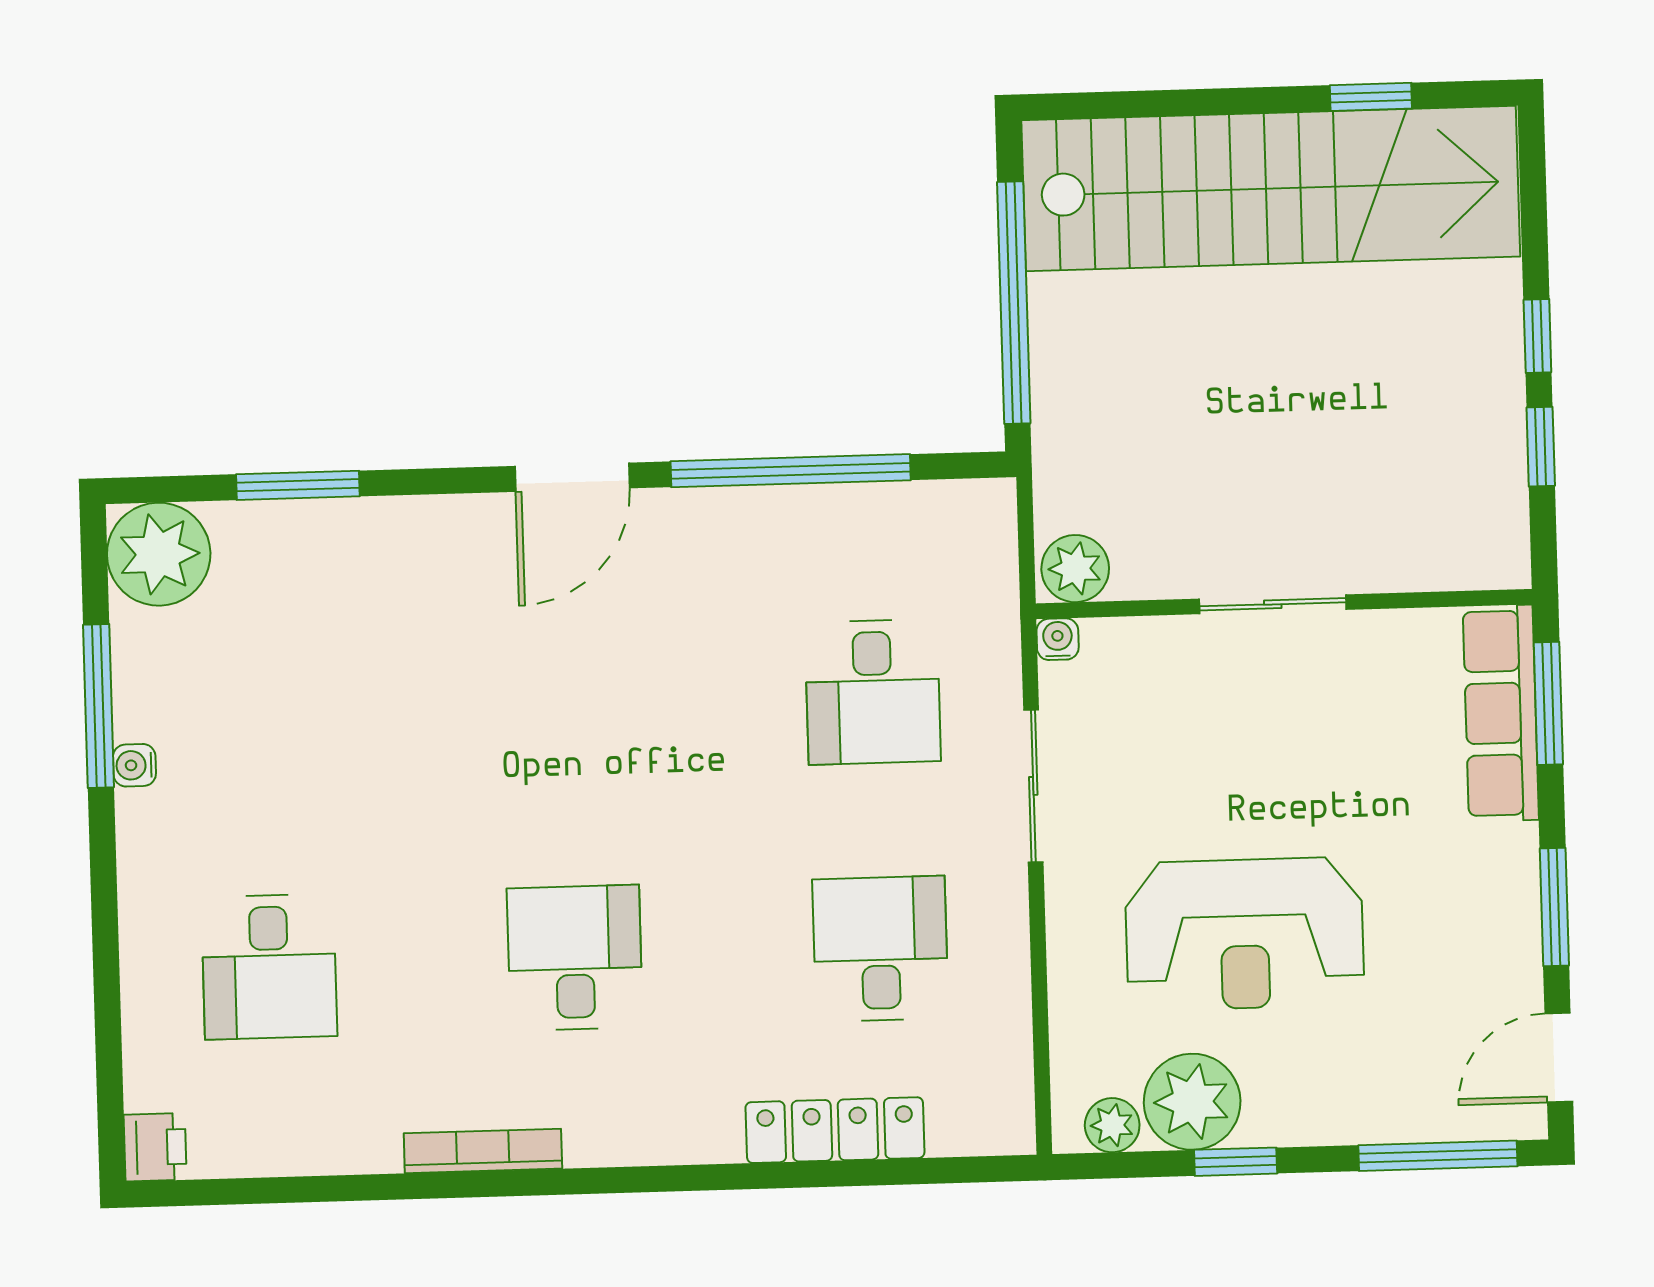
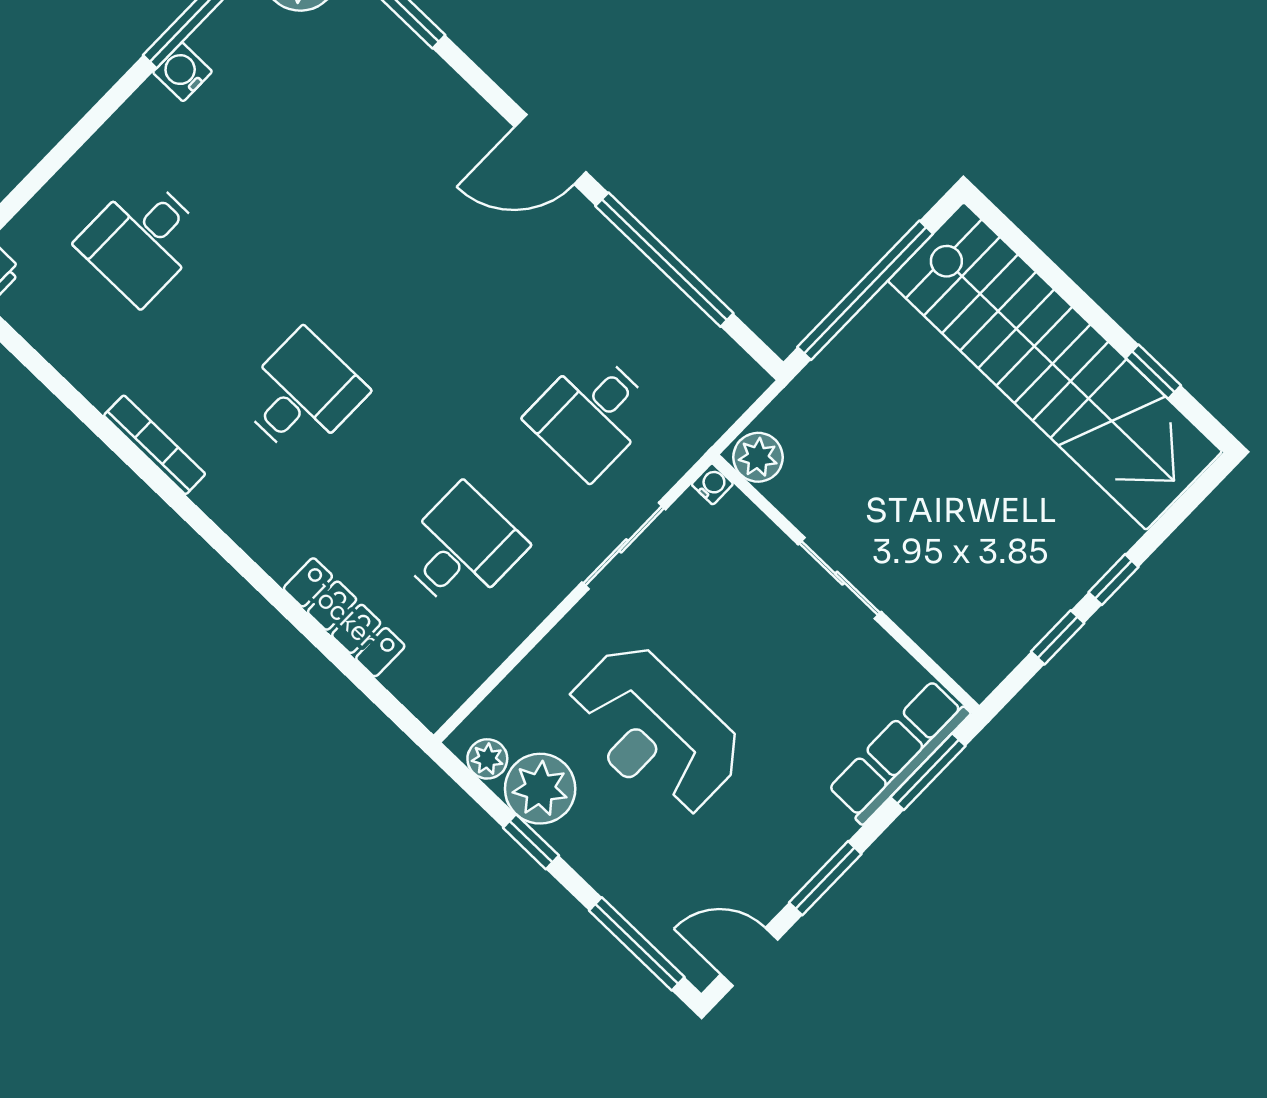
water cooler: (134, 765) -> (183, 72), width x1.38, depth x1.38

